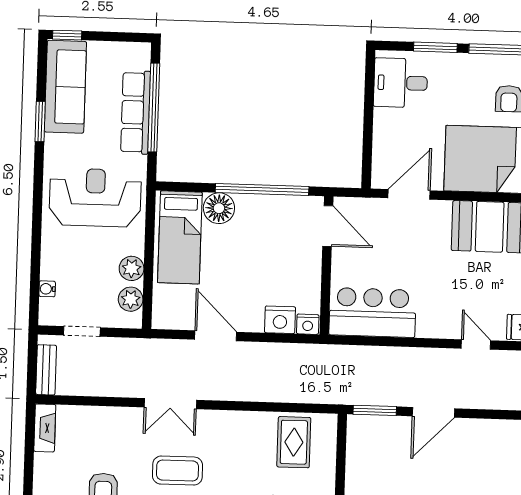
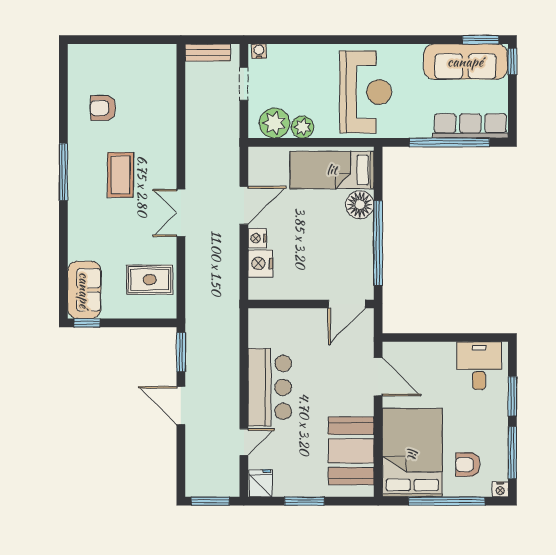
row of seats: (136, 112) -> (470, 126), moved
window: (40, 121) -> (480, 40), moved
water cooler: (47, 289) -> (259, 51), moved
plant: (131, 299) -> (274, 123), width x1.36, depth x1.36
bar counter: (373, 312) -> (270, 387), moved
nightstand: (308, 324) -> (257, 238), moved
double door: (170, 404) -> (181, 213), moved
fireplace: (45, 428) -> (155, 53), removed

